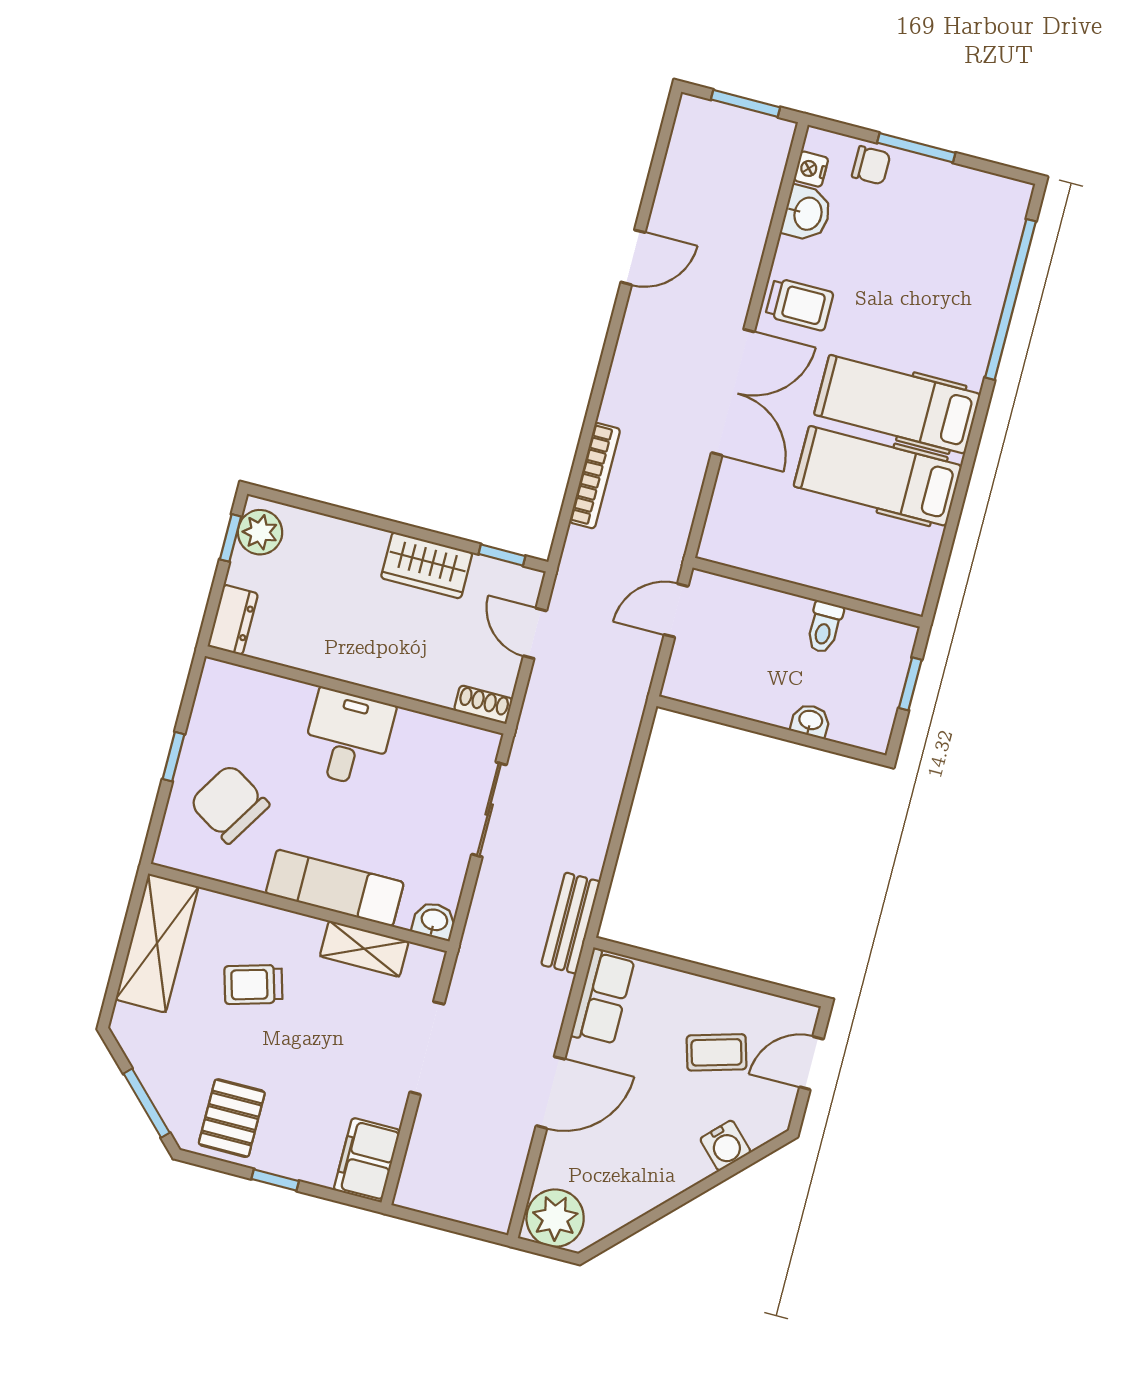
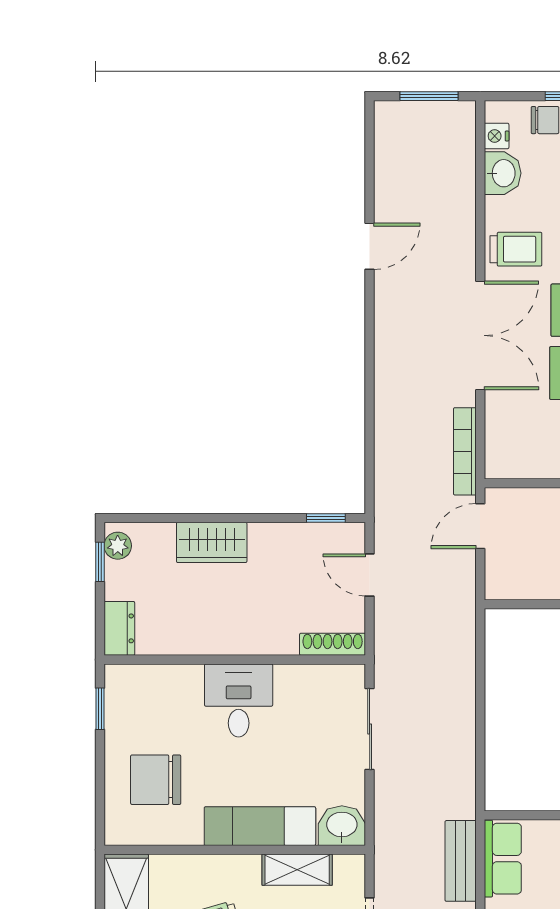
bookcase: (595, 476) -> (465, 451), moved, turned 180
plant: (260, 532) -> (118, 546), width x0.73, depth x0.73
wardrobe: (427, 565) -> (212, 542), moved
shoe rack: (483, 705) -> (333, 644), width x1.43
window: (174, 757) -> (100, 709), moved
chair: (229, 804) -> (156, 780), turned -32
washbasin: (434, 921) -> (342, 826), width x1.38, depth x1.45
bench: (571, 923) -> (461, 861), moved

